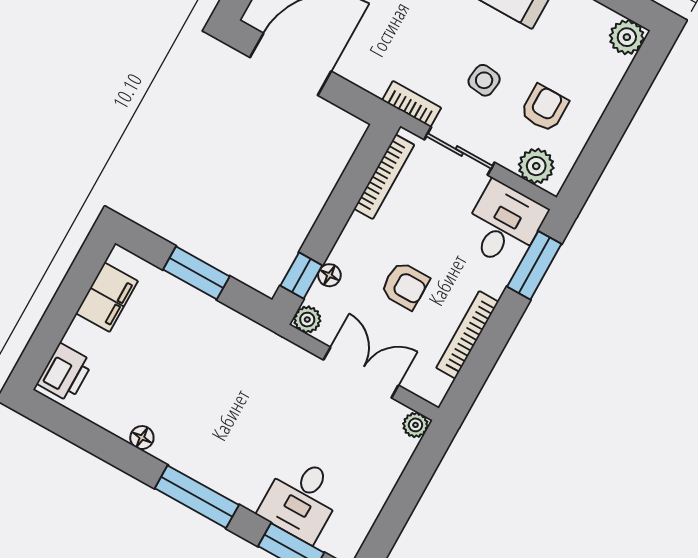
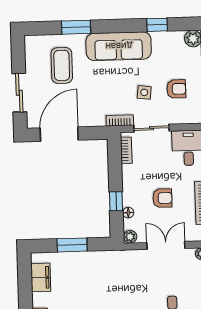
armchair: (544, 108) -> (176, 89), turned 90
plant: (536, 166) -> (187, 115), removed
bookcase: (384, 177) -> (126, 150), width x0.64
window: (301, 275) -> (116, 201), moved

